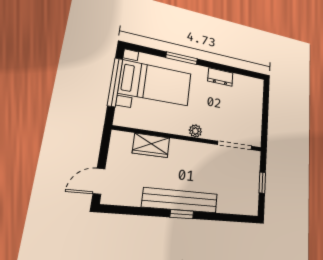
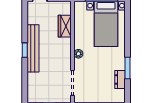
window: (182, 58) -> (128, 68), moved
dresser: (220, 77) -> (120, 79), moved

